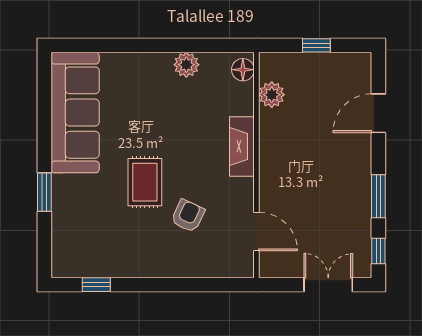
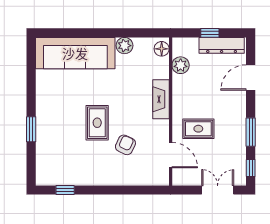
dresser: (334, 64) -> (222, 45), added
sofa: (75, 113) -> (75, 53), moved, turned 90
rug: (299, 191) -> (198, 129), added

